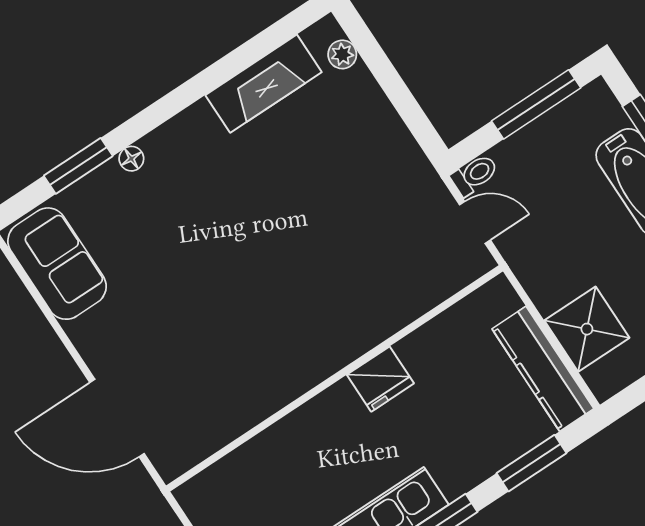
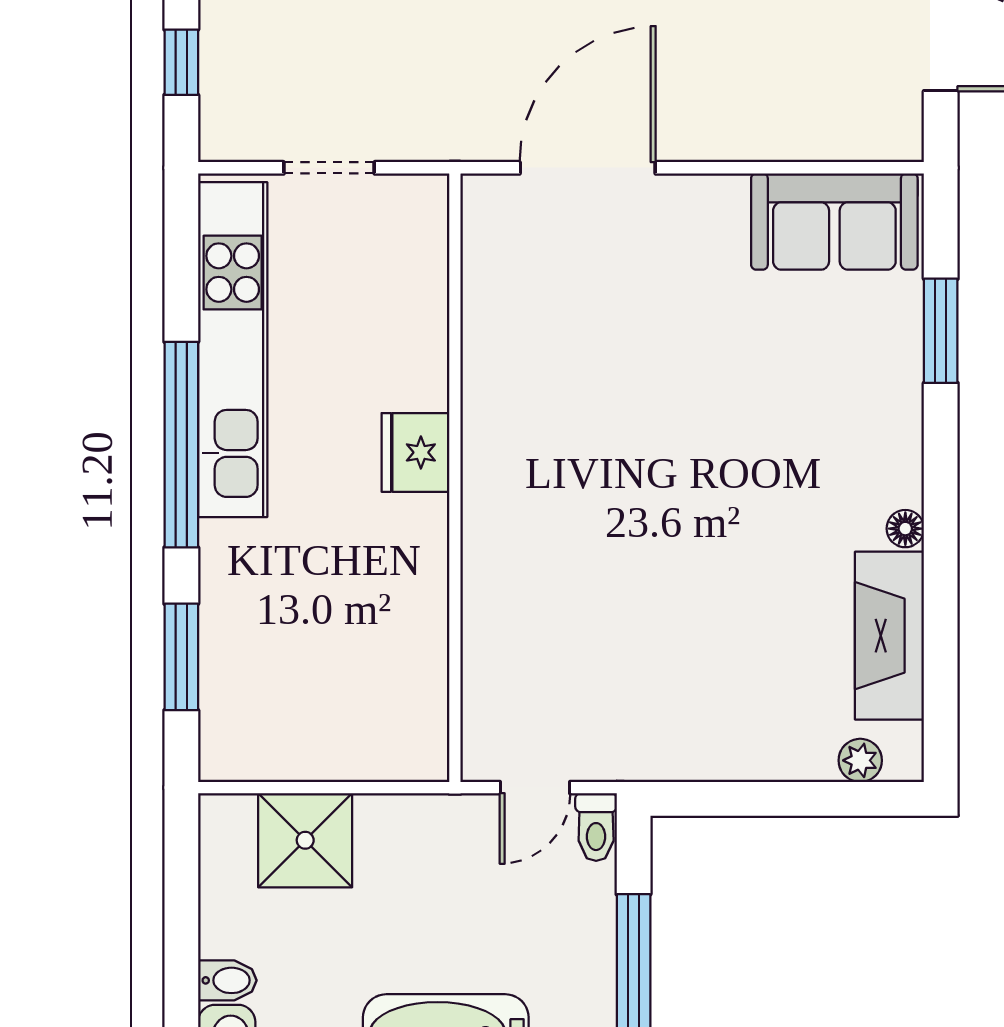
floor lamp: (131, 159) -> (905, 529), moved
kitchen counter: (543, 369) -> (292, 751), removed
fridge: (380, 379) -> (415, 452), moved

